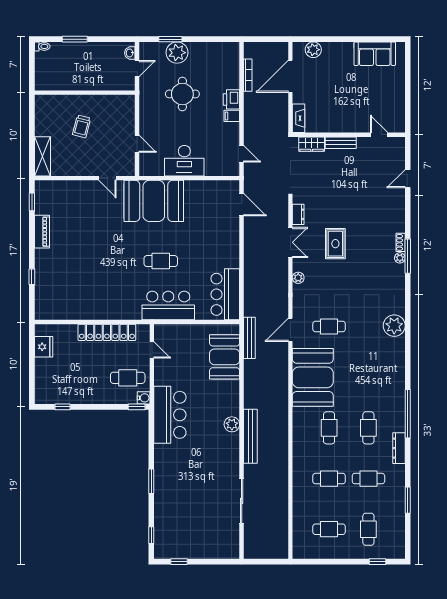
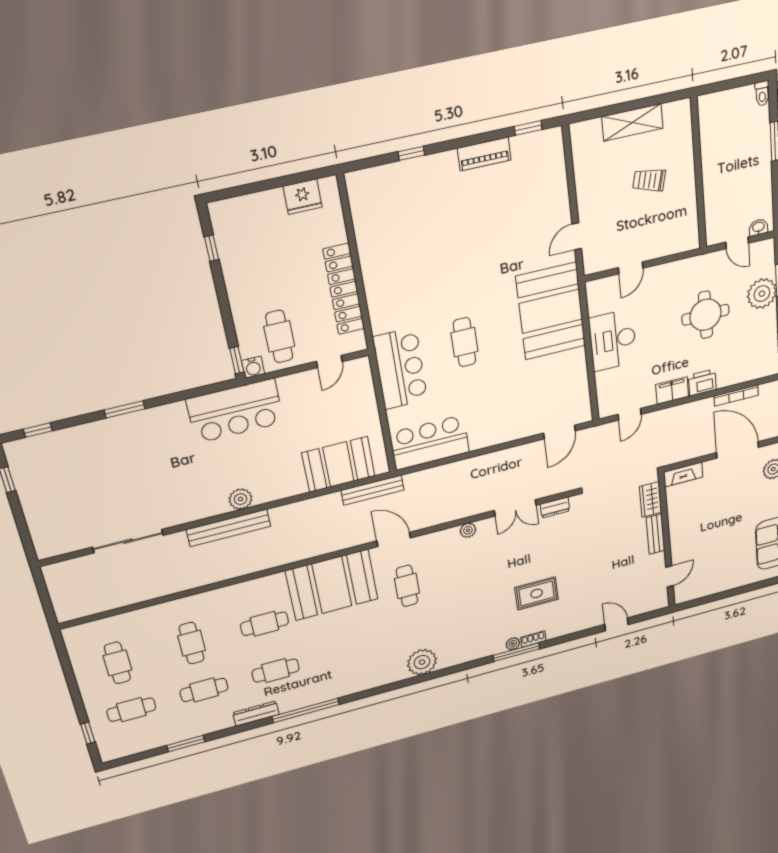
filing cabinet: (232, 116) -> (672, 391), width x2.00
shelving: (42, 156) -> (632, 122), moved
rug: (335, 244) -> (537, 593), moved
cafe table: (368, 479) -> (204, 690), turned 90

